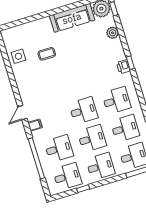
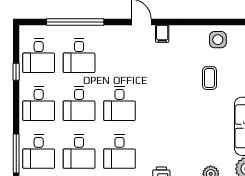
filing cabinet: (35, 125) -> (162, 34), moved

